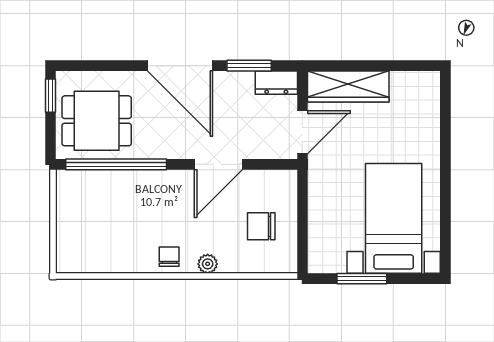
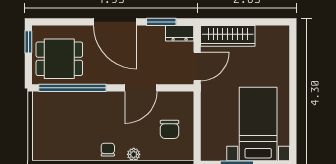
chair: (261, 226) -> (170, 129), turned -90

